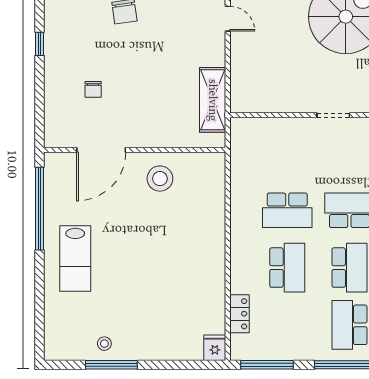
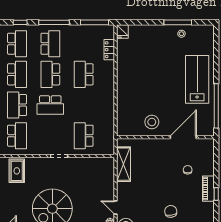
piano: (54, 54) -> (208, 189), added
school desk: (287, 210) -> (84, 136), moved, turned -90
lab bench: (75, 258) -> (197, 79), width x1.36, depth x1.39

